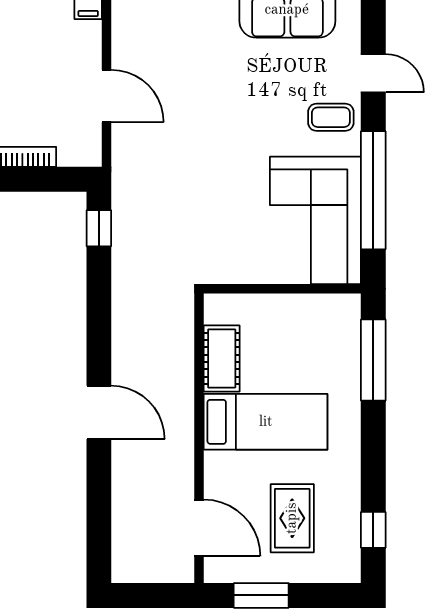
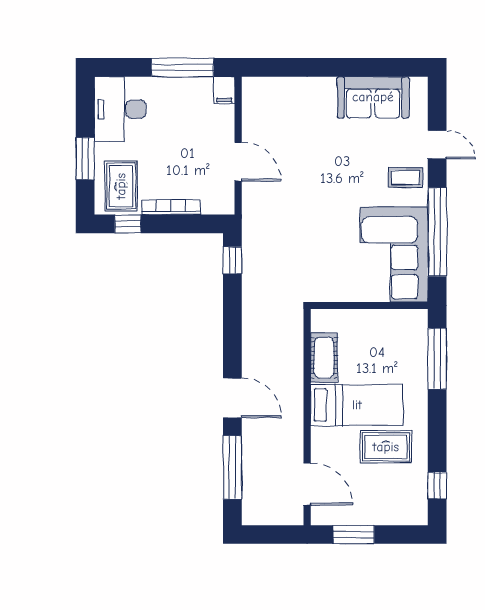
window: (99, 506) -> (232, 467), added
rug: (292, 518) -> (386, 447), moved, turned 90

